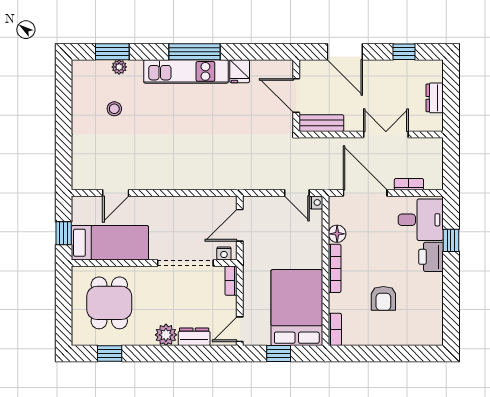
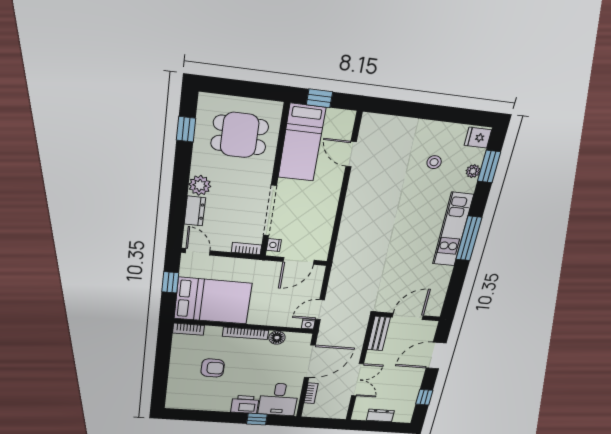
fridge: (240, 71) -> (478, 138), moved
door: (240, 225) -> (299, 261), swing flipped
armchair: (383, 298) -> (213, 368), turned 180

